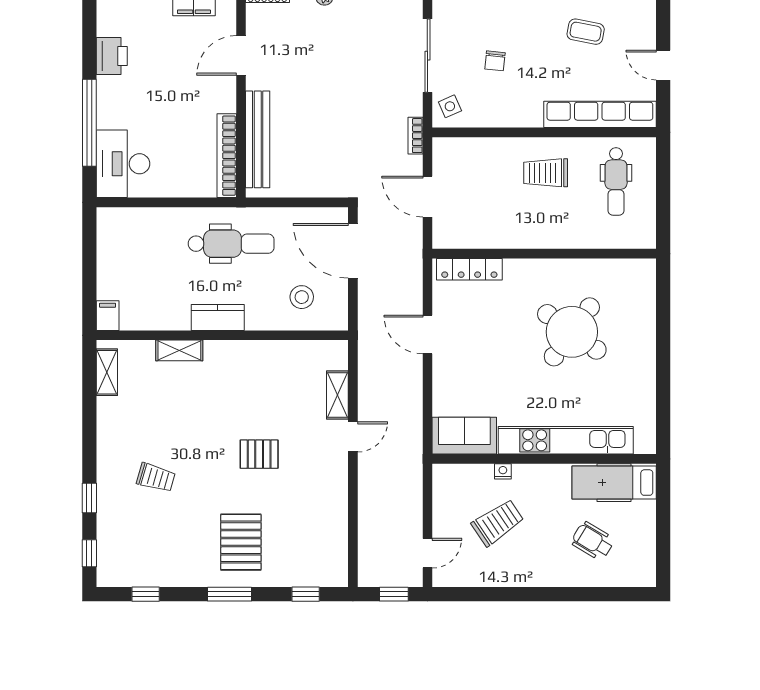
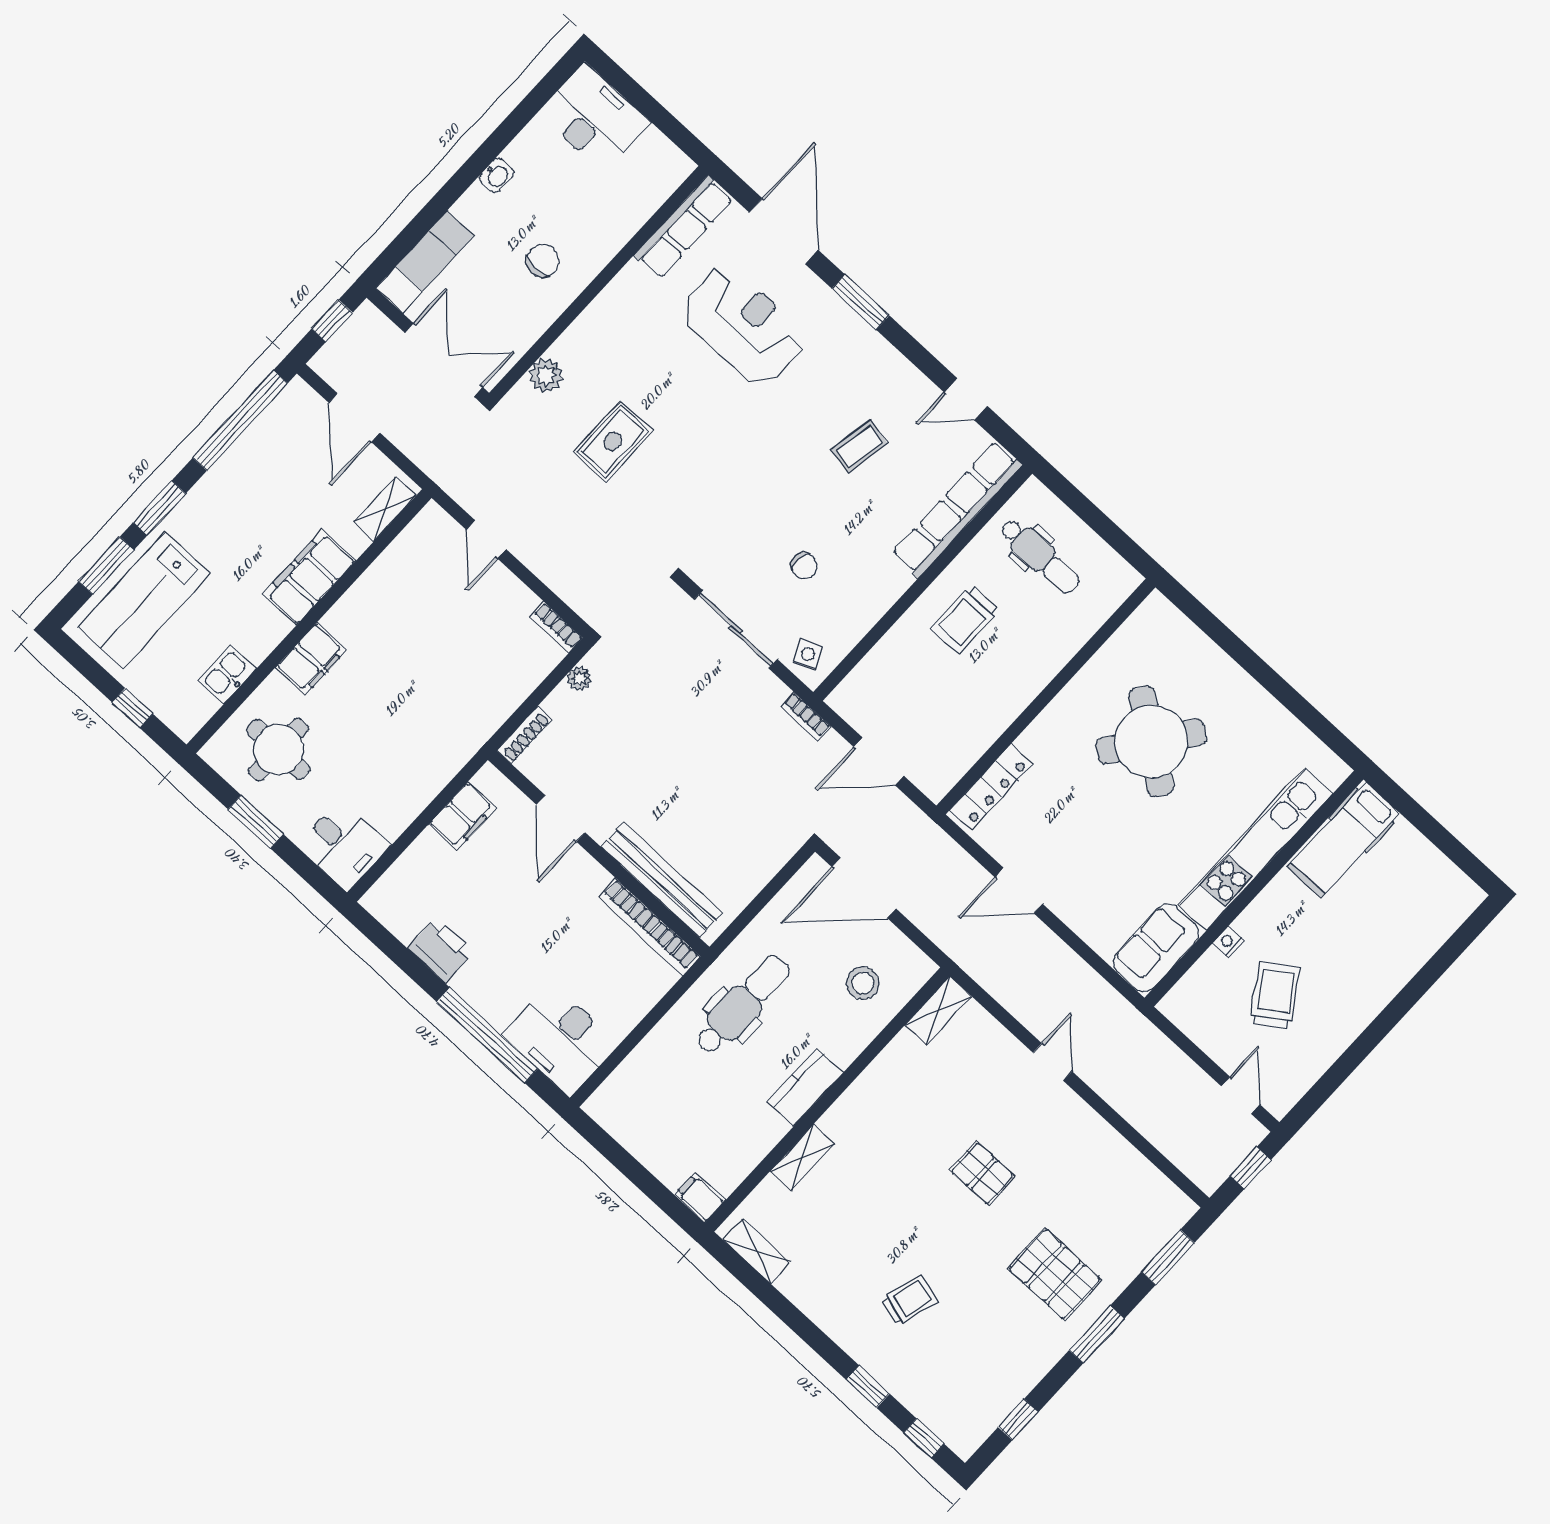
shelving: (337, 395) -> (938, 1011), moved, turned 90
pallet: (259, 454) -> (982, 1173), turned 90
wheelchair: (593, 541) -> (1383, 916), removed
window: (306, 594) -> (1168, 1257), width x1.50

